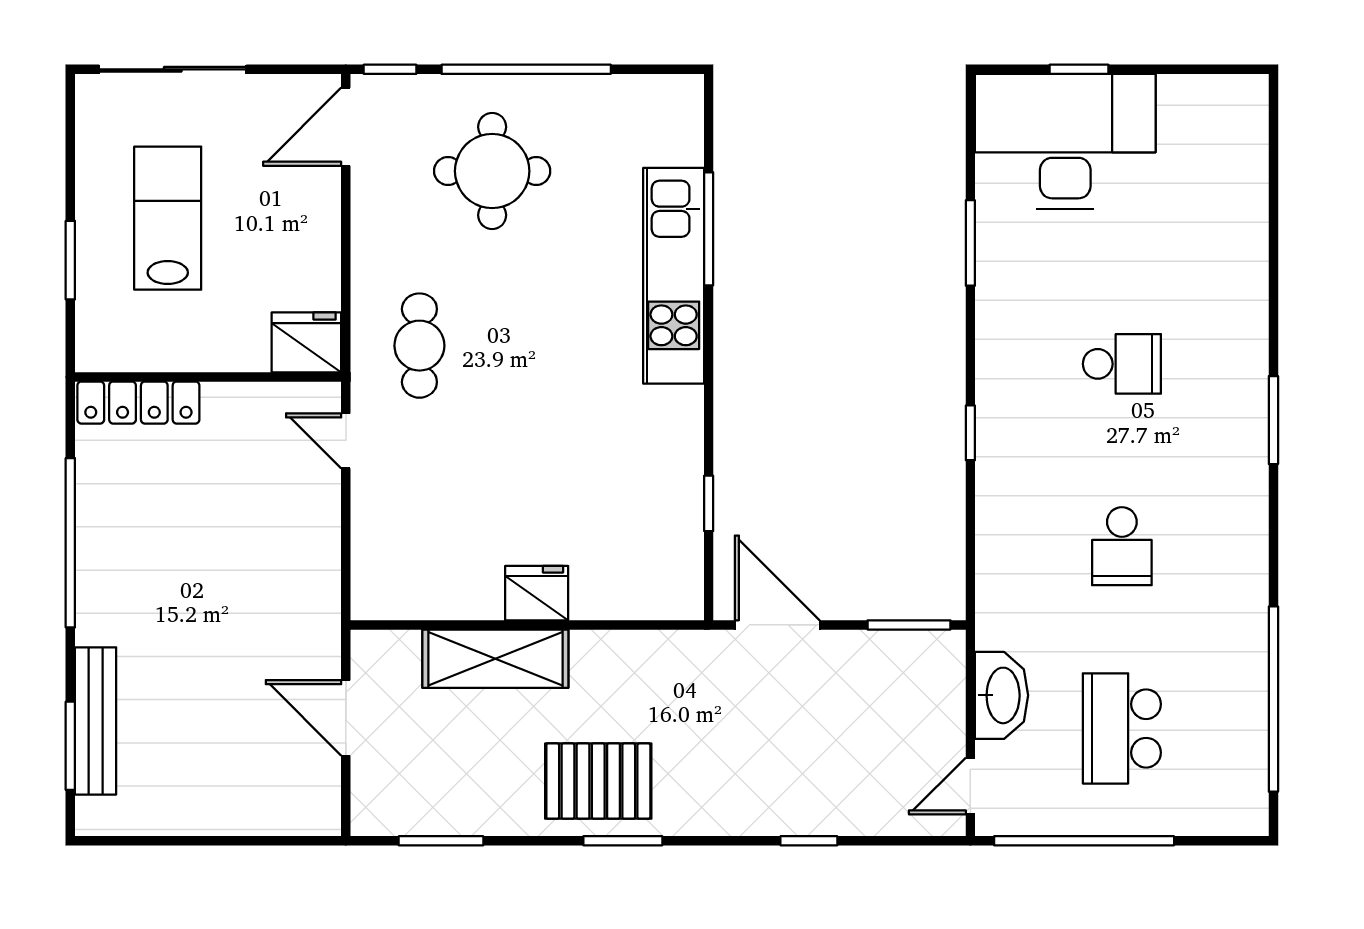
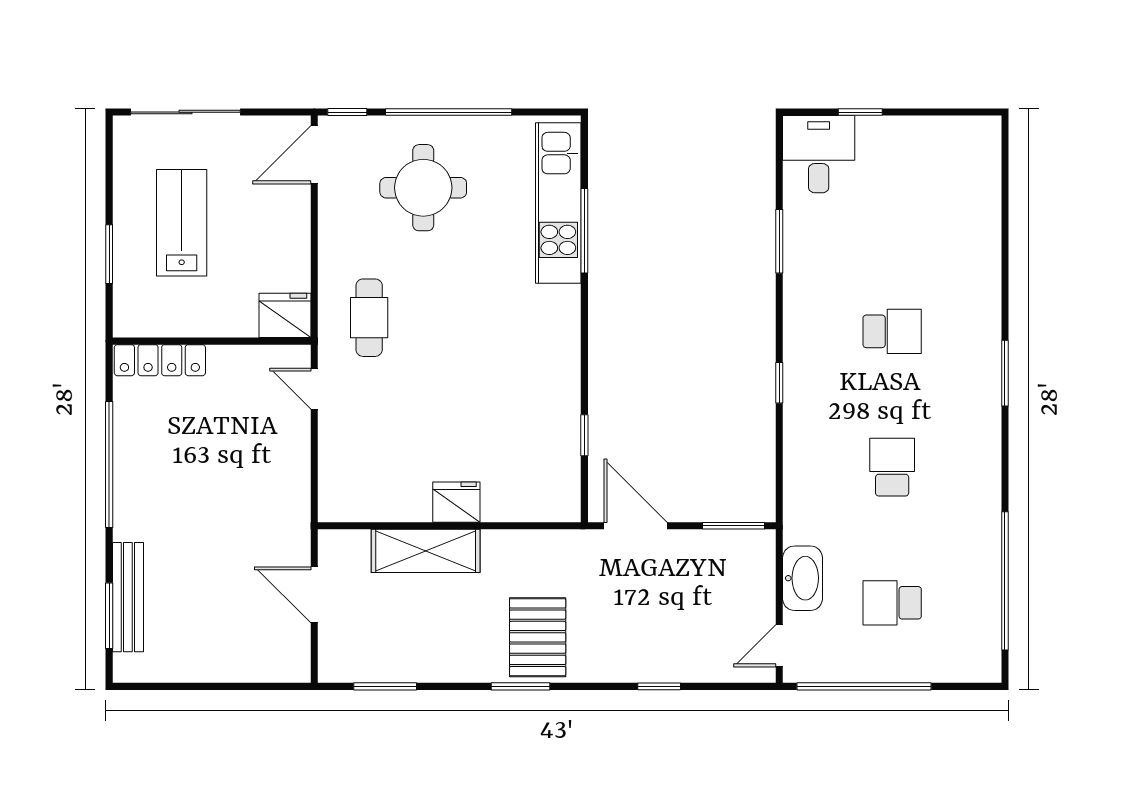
desk: (1065, 142) -> (819, 154), width x0.53, depth x0.77
kitchen unit: (674, 276) -> (558, 203), moved
school desk: (1122, 546) -> (892, 467), turned 180
school desk: (1122, 728) -> (892, 603), width x0.54
pallet: (598, 781) -> (538, 637), moved, turned 90

